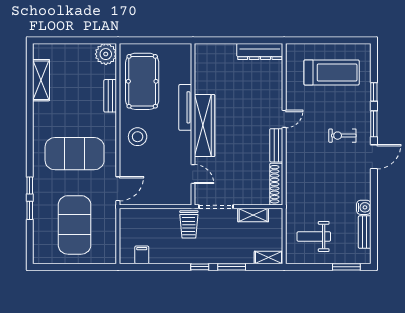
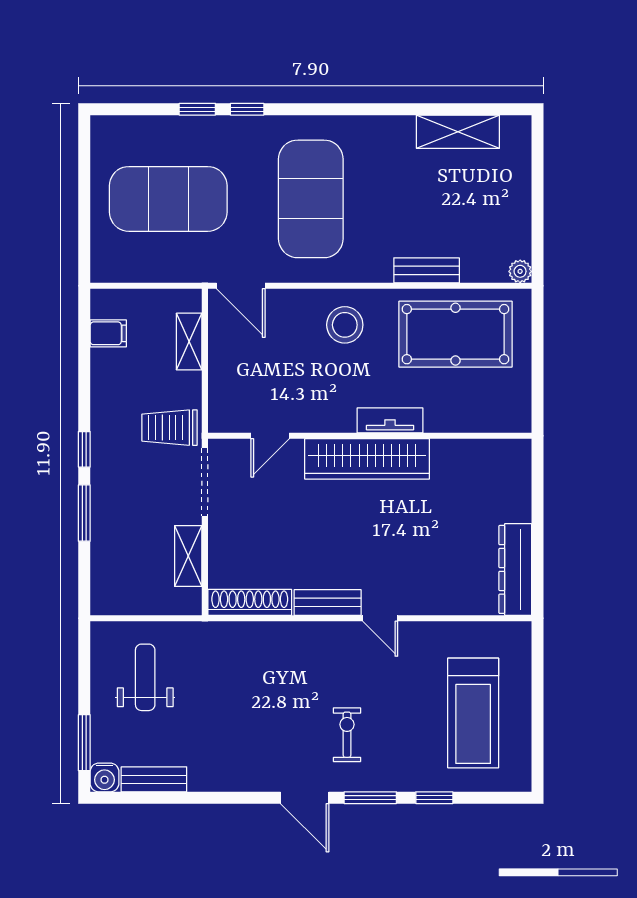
plant: (106, 54) -> (520, 271), width x0.53, depth x0.53
tv unit: (185, 107) -> (390, 420), width x0.71
water cooler: (364, 207) -> (104, 777), moved
shelving: (269, 258) -> (189, 342), moved

